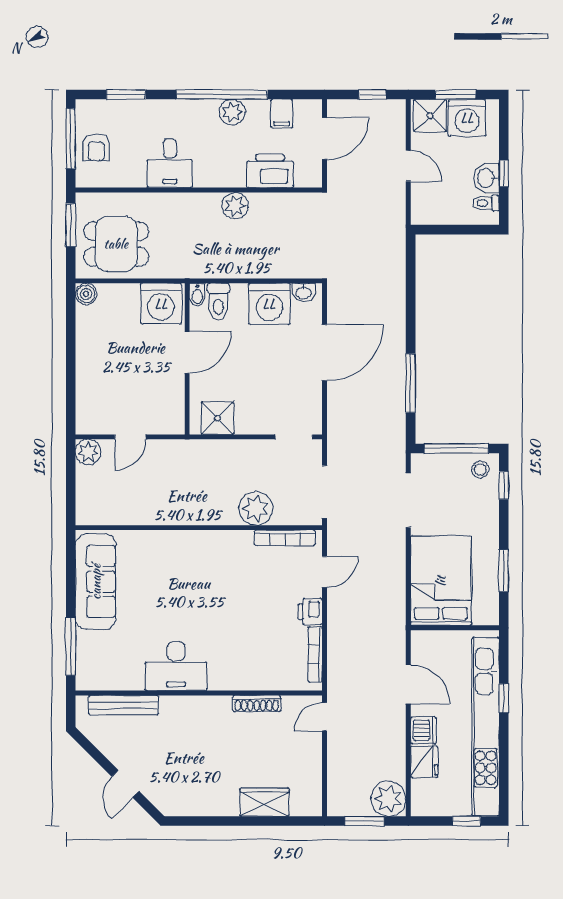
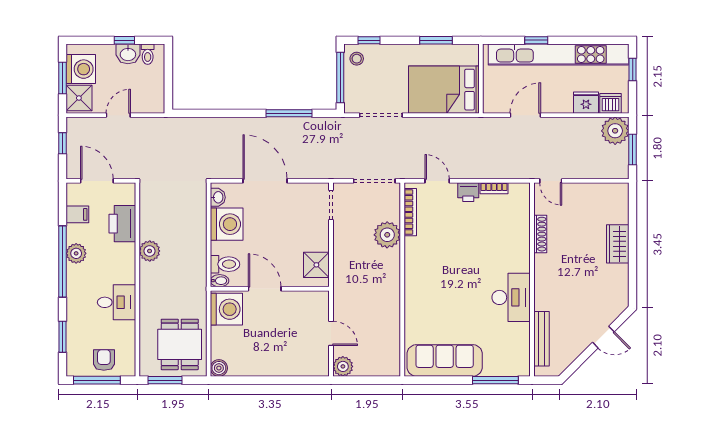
armchair: (96, 147) -> (104, 360), turned -90
bookcase: (315, 655) -> (494, 188), width x0.64
dishwasher: (423, 730) -> (611, 103), moved
wardrobe: (265, 802) -> (618, 244), moved

